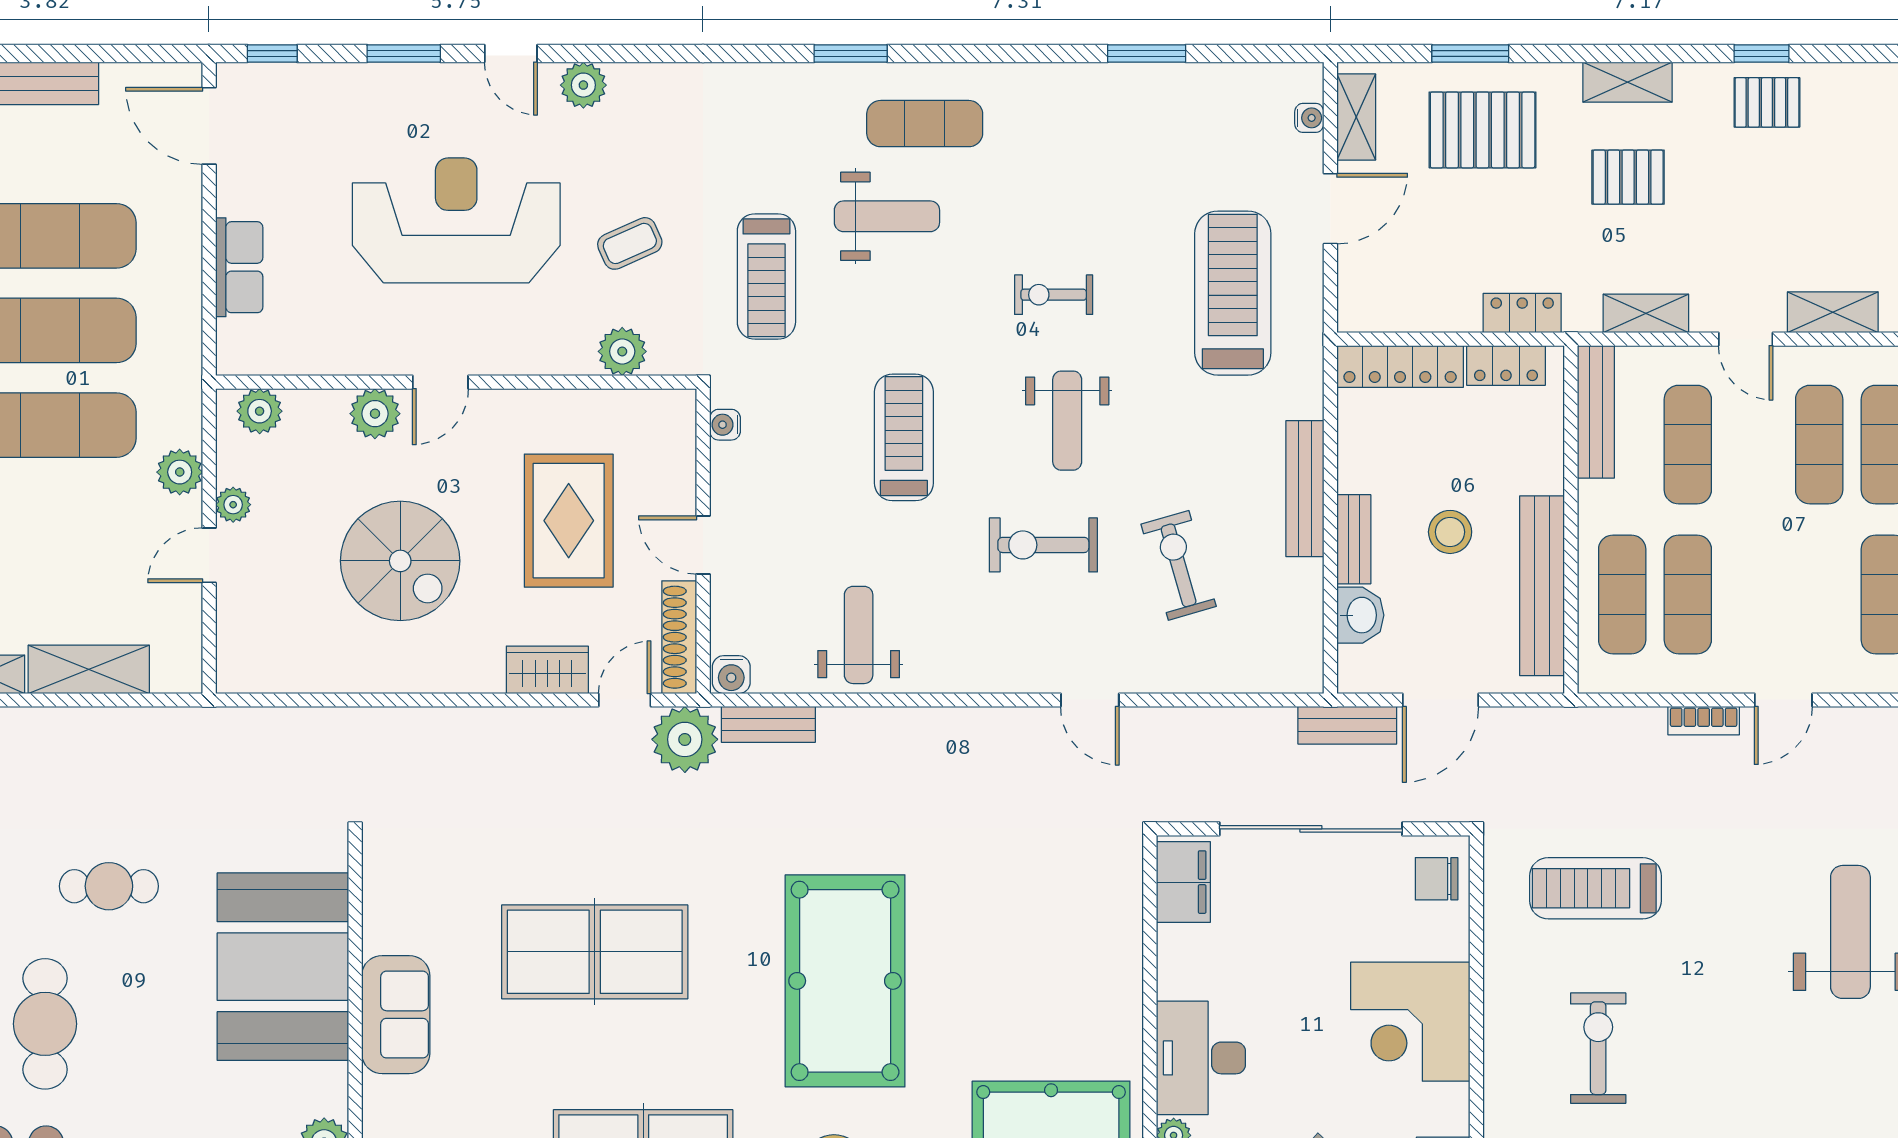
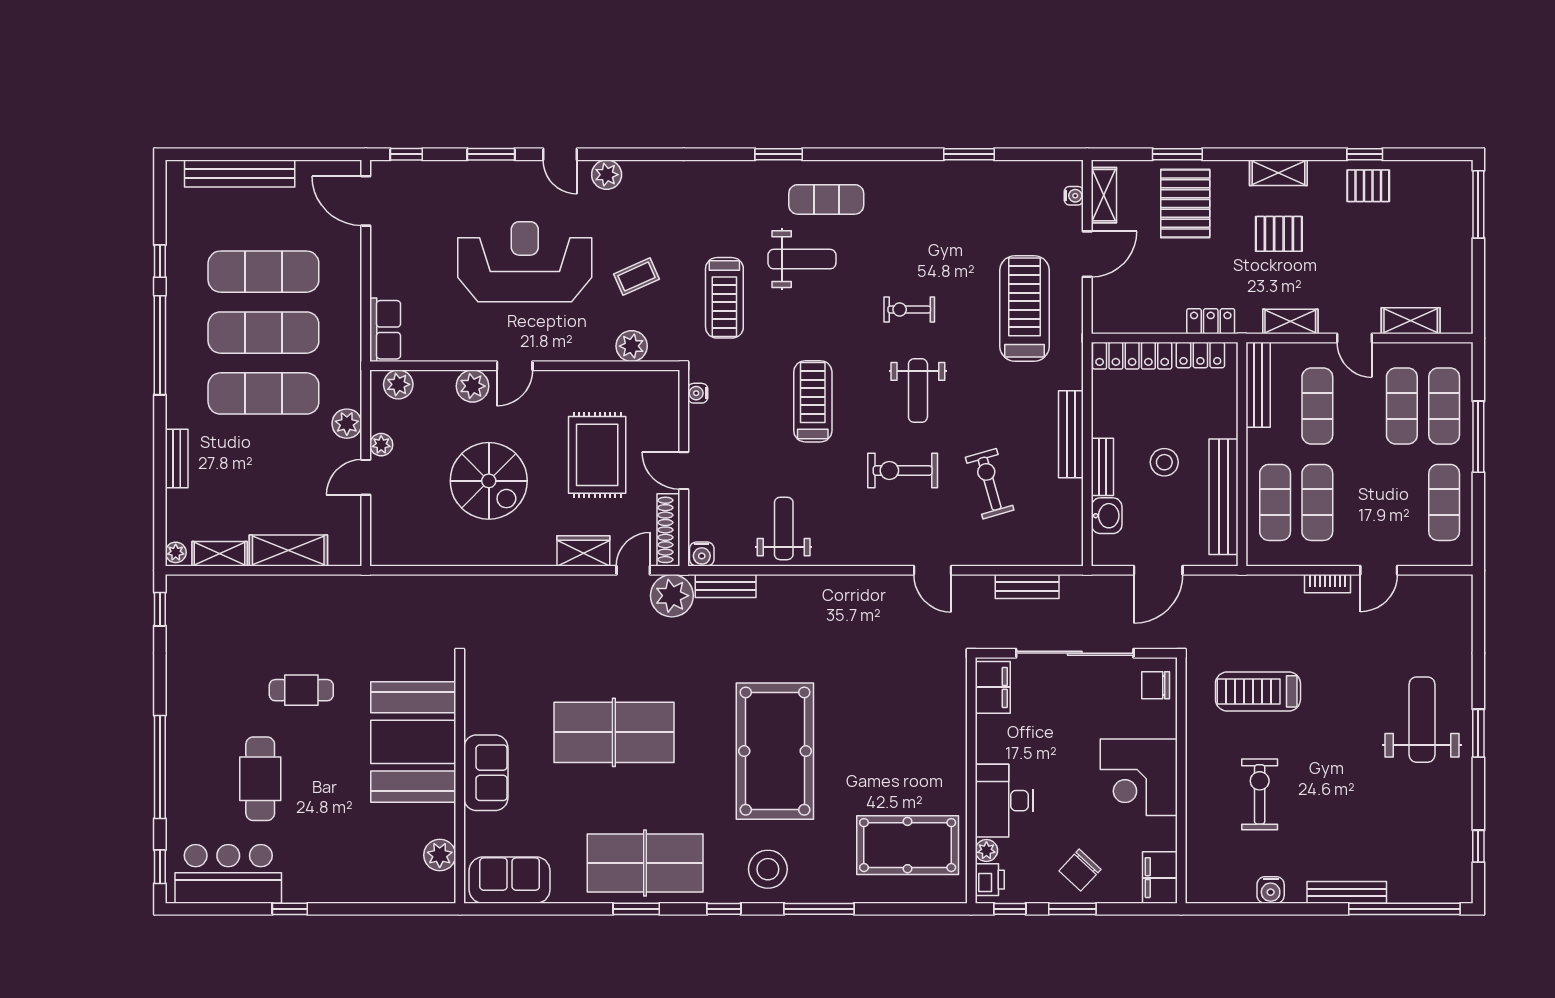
pallet: (1483, 130) -> (1185, 203), turned 90
row of seats: (239, 267) -> (385, 330), moved
bench: (1347, 725) -> (1027, 587), moved

